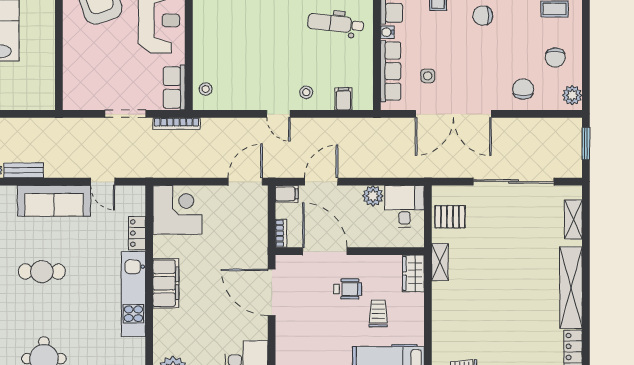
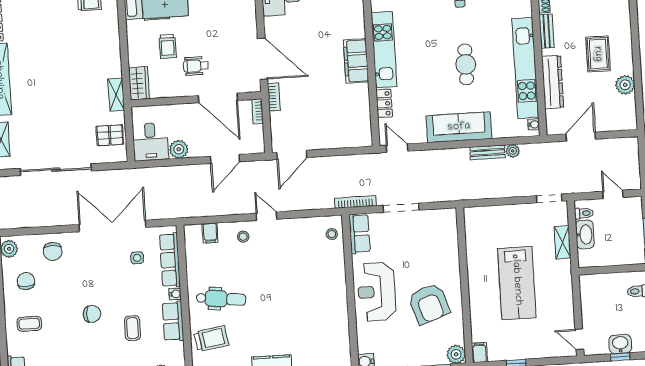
door: (103, 182) -> (397, 148), moved
filing cabinet: (287, 194) -> (255, 146), removed
corner desk: (177, 210) -> (350, 126), removed
bookcase: (261, 248) -> (274, 97), added
cafe table: (42, 272) -> (466, 64), turned 90

